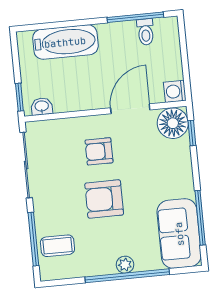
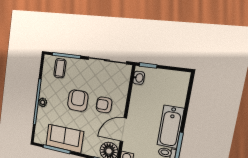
bathtub: (65, 42) -> (170, 127), moved
door: (130, 109) -> (123, 130), swing flipped
armchair: (99, 151) -> (104, 105), turned -90
sofa: (179, 234) -> (64, 138), moved

